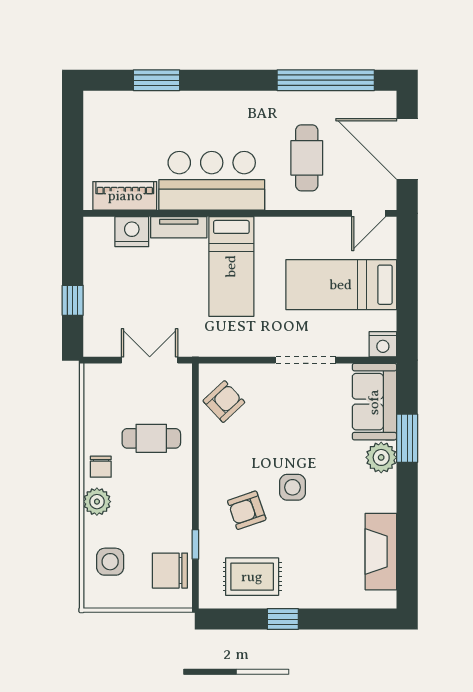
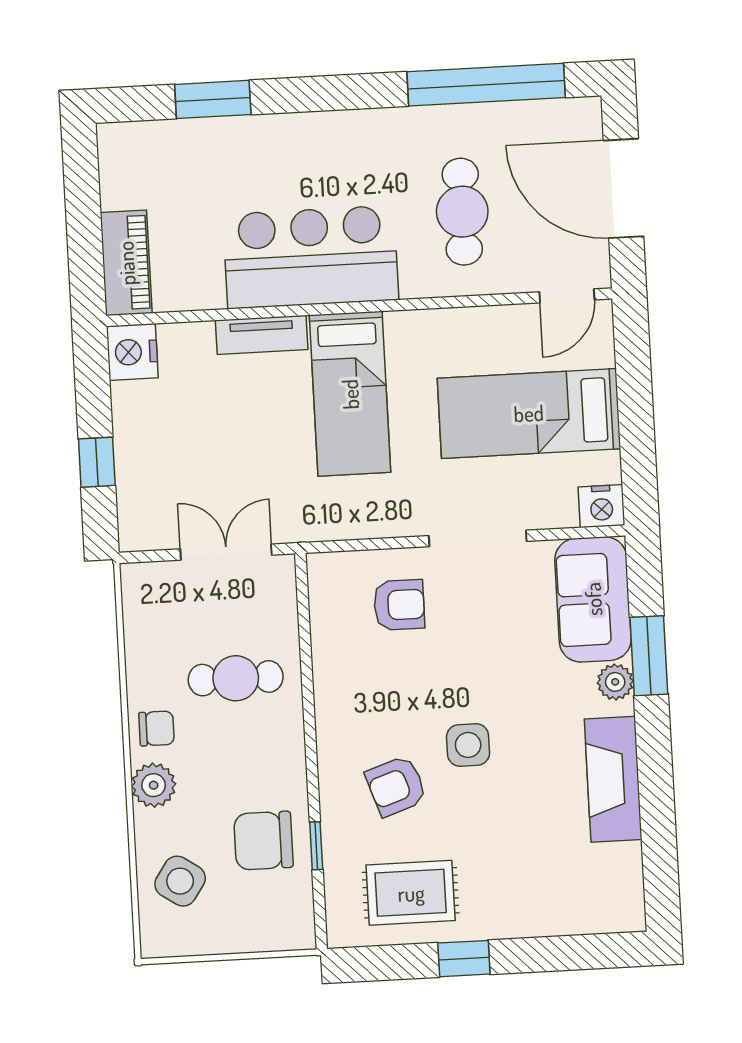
piano: (125, 196) -> (126, 263), moved, turned 90
nightstand: (132, 232) -> (132, 352), moved, turned -90
armchair: (224, 402) -> (399, 605), moved, turned 43
plant: (381, 457) -> (615, 682), width x0.73, depth x0.73
chair: (101, 467) -> (157, 728), turned -90
fireplace: (381, 552) -> (613, 779), moved
side table: (110, 562) -> (180, 881), turned 34
chair: (170, 571) -> (263, 841), moved

